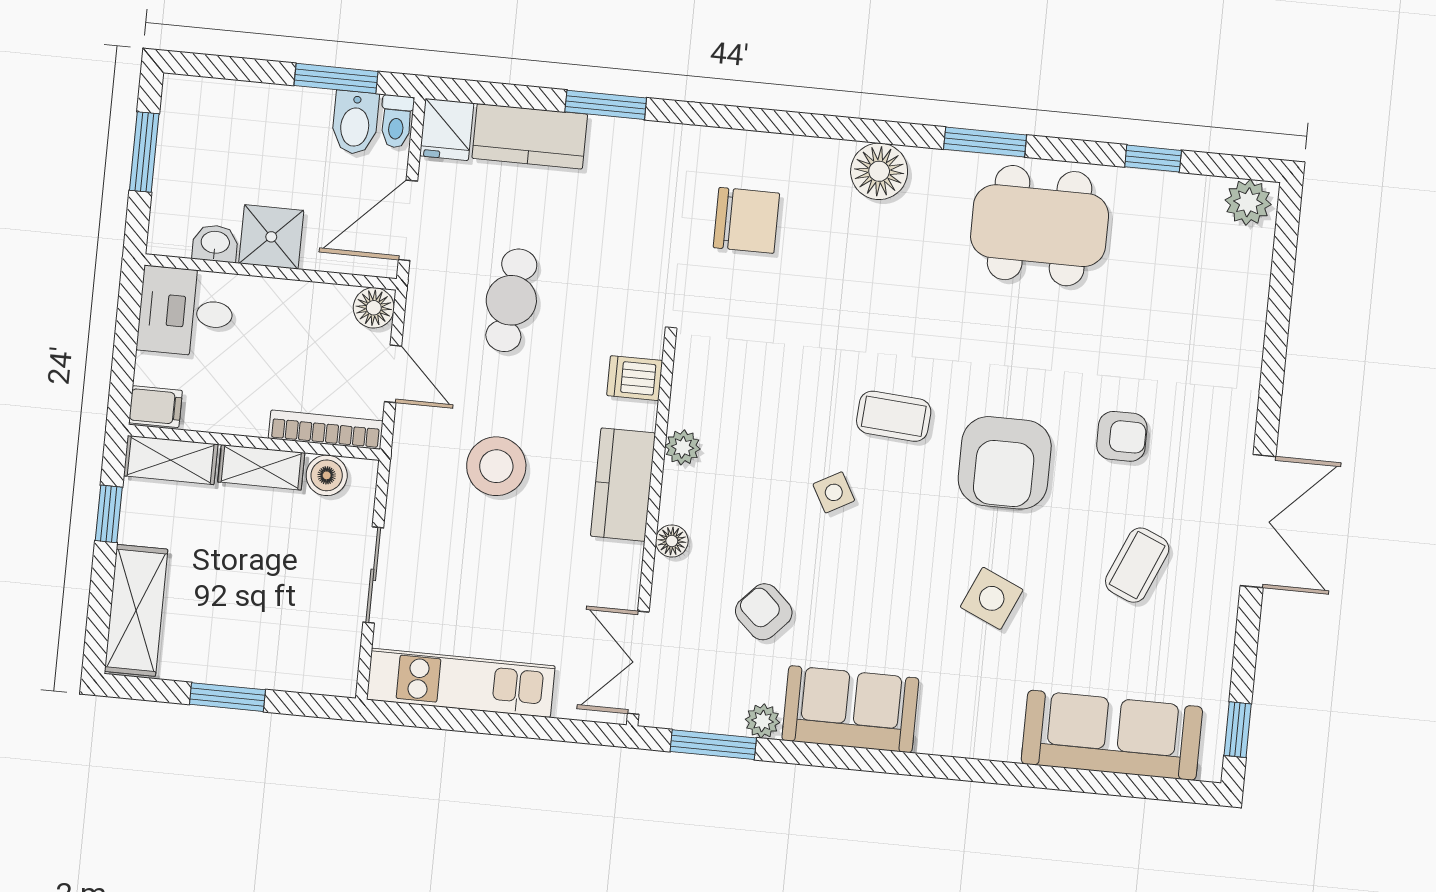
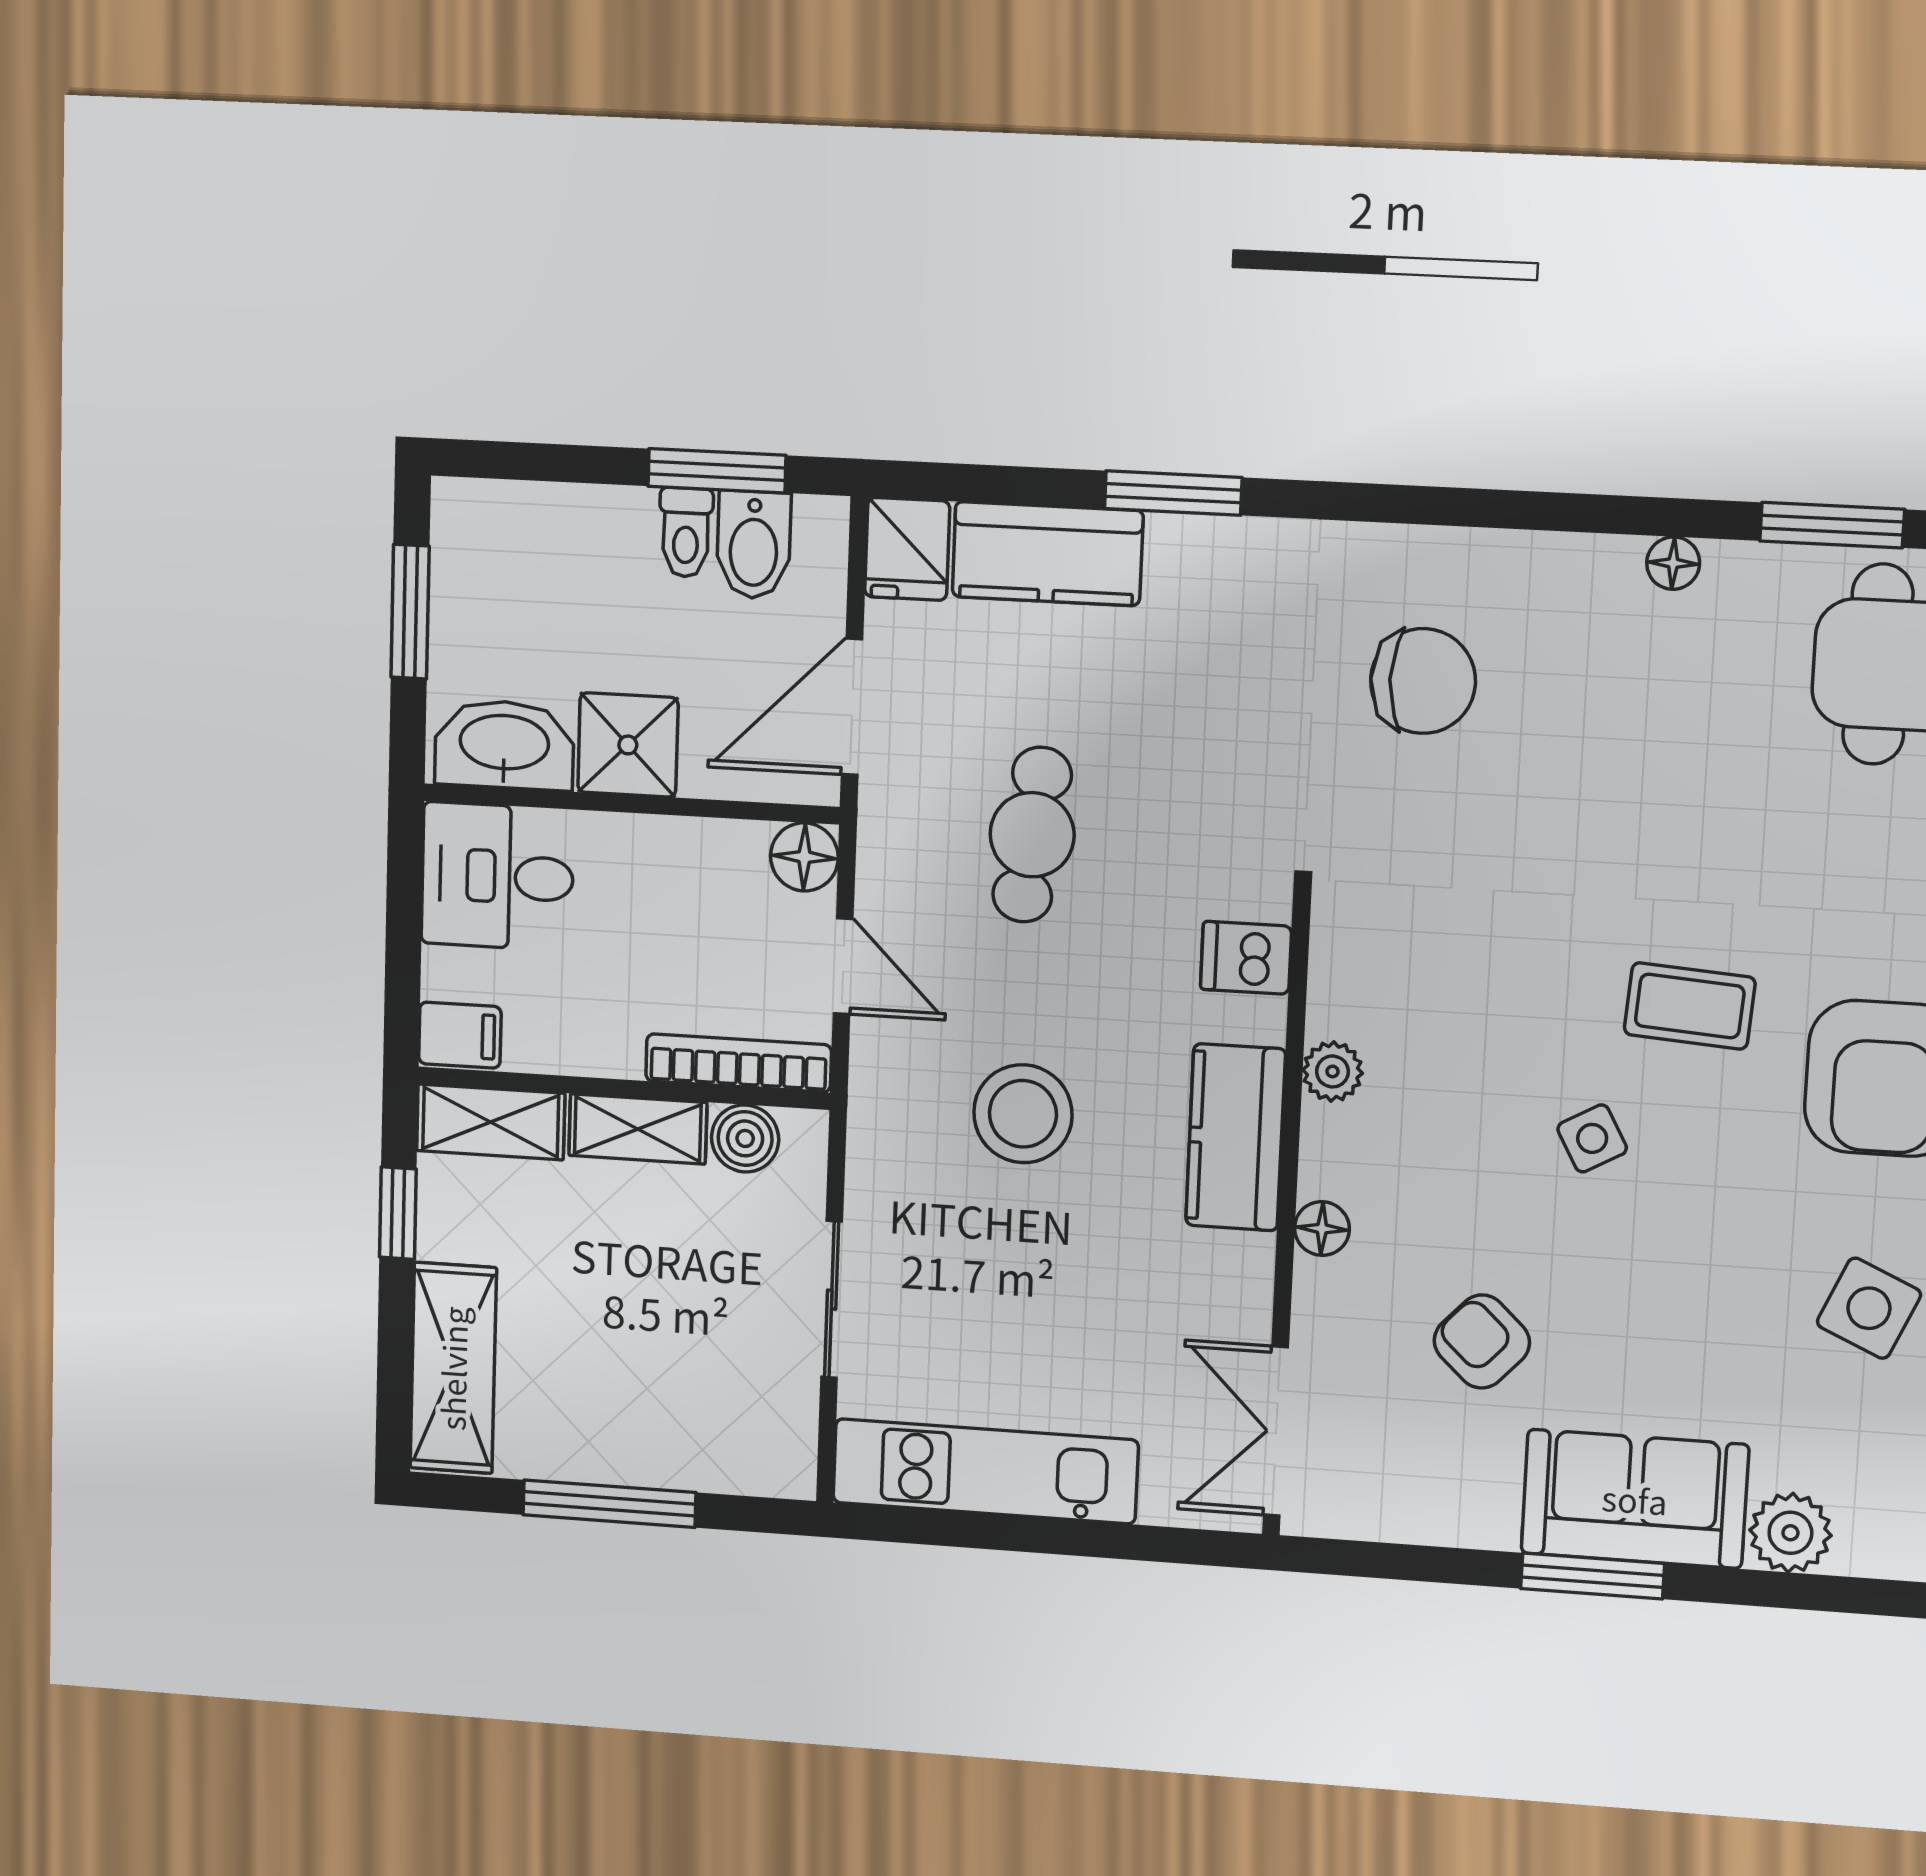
toilet: (396, 121) -> (686, 532), moved
floor lamp: (879, 171) -> (1673, 563), width x0.53, depth x0.53
washbasin: (215, 243) -> (504, 745), width x1.91, depth x1.45
window: (227, 697) -> (609, 1504), width x1.44
plant: (763, 721) -> (1790, 1533), moved, width x1.38, depth x1.38
window: (713, 745) -> (1593, 1576), moved

